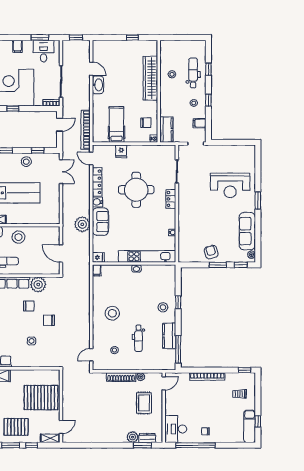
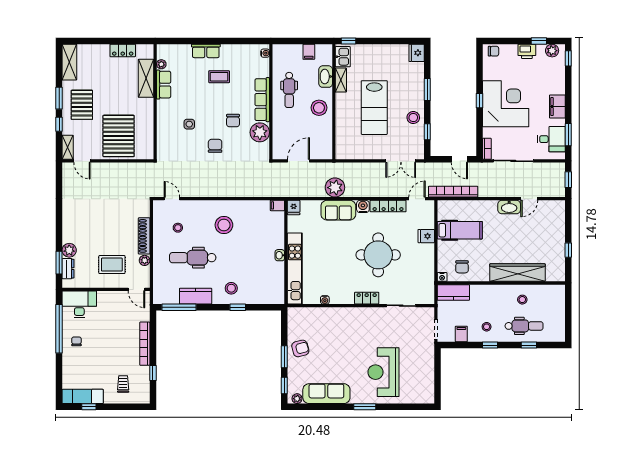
filing cabinet: (17, 46) -> (557, 107), width x2.00
dental chair: (138, 338) -> (193, 258), width x1.36, depth x1.38
window: (245, 370) -> (153, 373), moved

